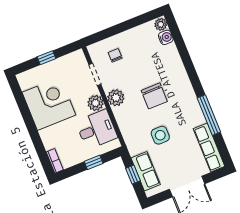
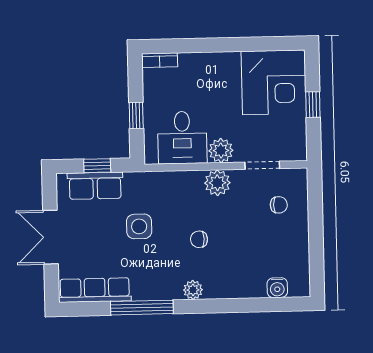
plant: (161, 24) -> (193, 290), moved
chair: (154, 96) -> (199, 239), width x0.54, depth x0.54
corner desk: (49, 104) -> (274, 82), moved

